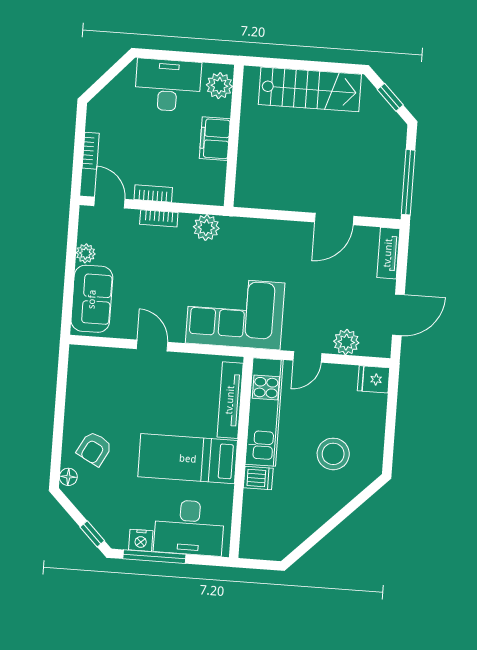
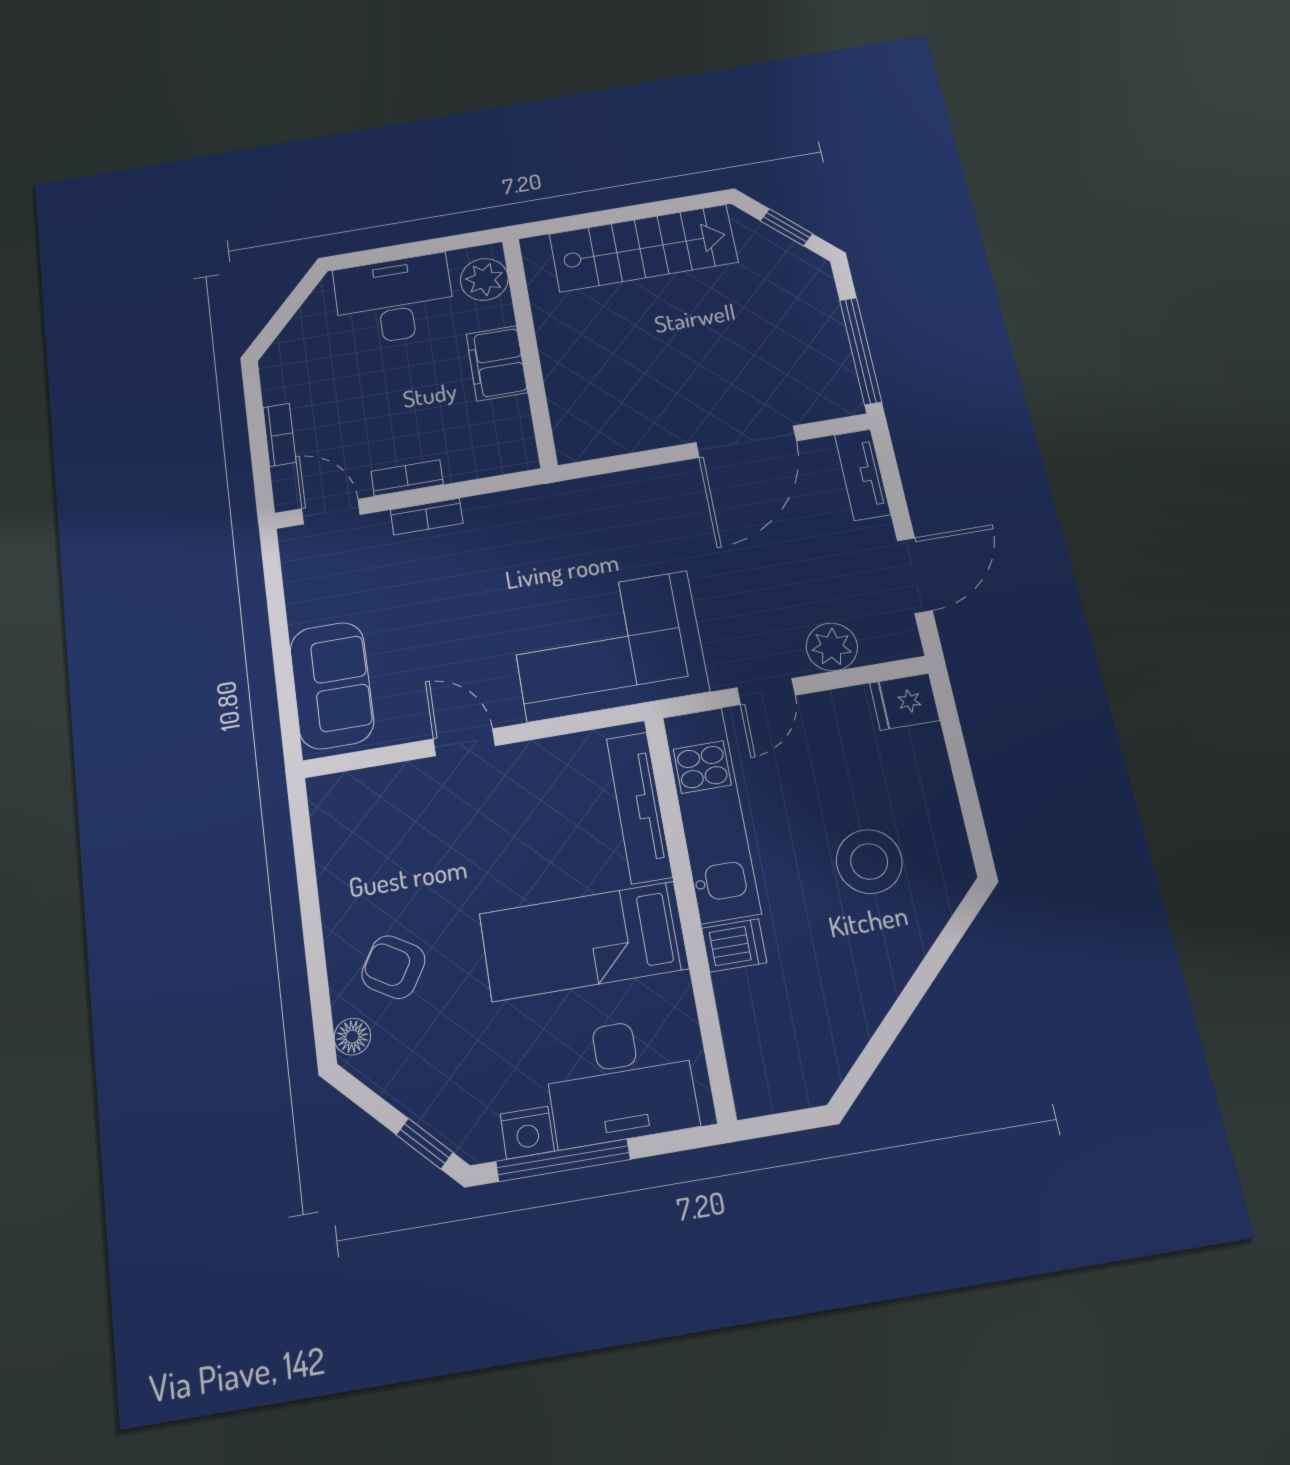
door: (334, 219) -> (746, 442), width x1.36
plant: (206, 228) -> (517, 511), removed
plant: (86, 253) -> (304, 608), removed
armchair: (94, 449) -> (393, 967), turned 93

